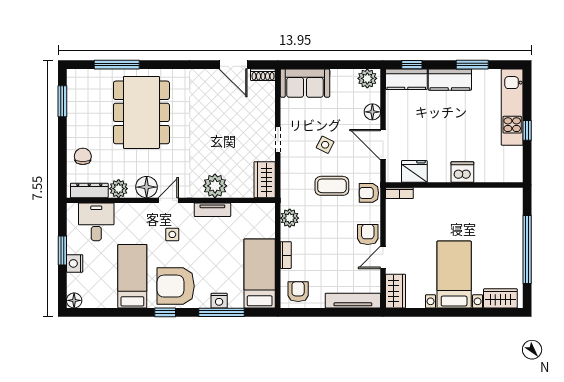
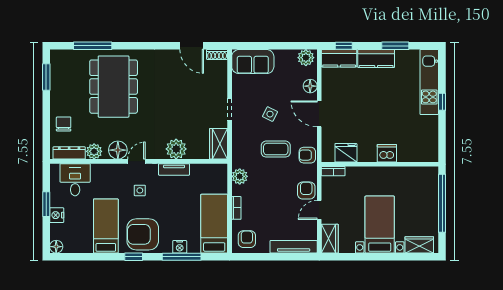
fridge: (414, 171) -> (346, 153), moved
dishwasher: (462, 172) -> (387, 153), moved
wall: (454, 185) -> (380, 164), moved
bookcase: (399, 193) -> (333, 171), moved

